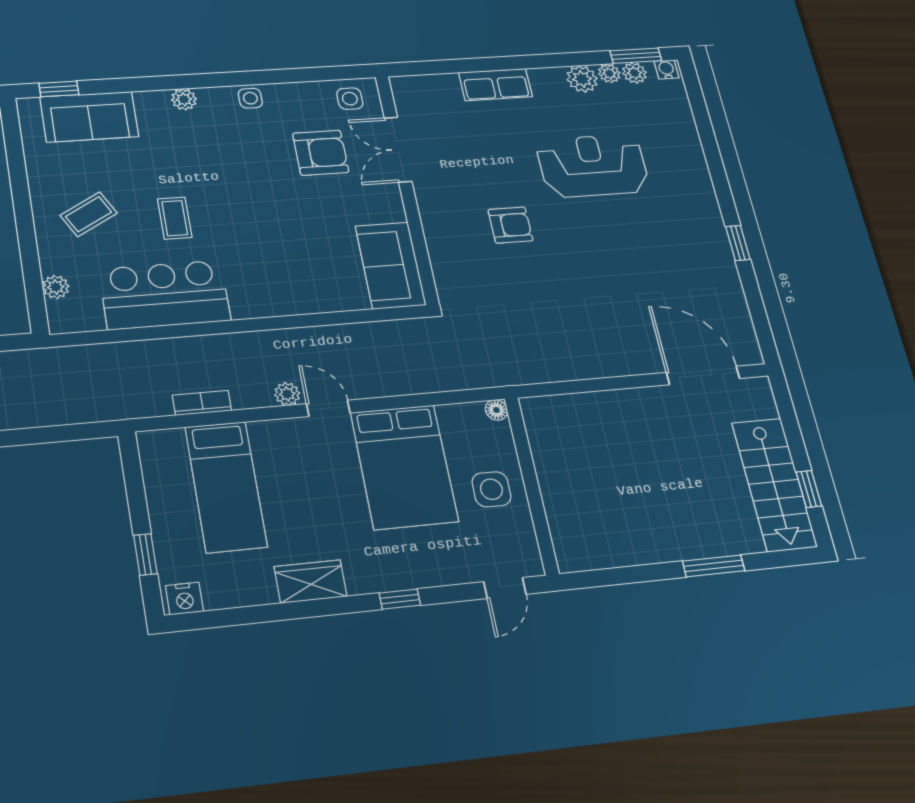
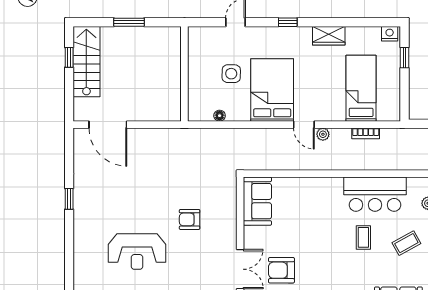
wall: (532, 485) -> (184, 74), moved

